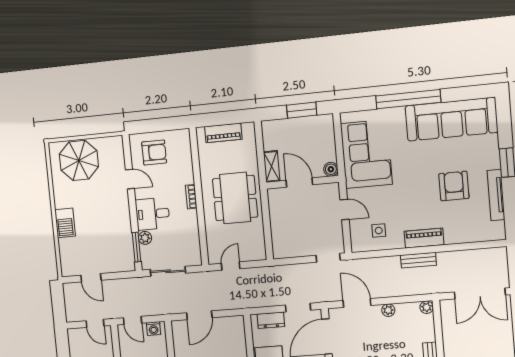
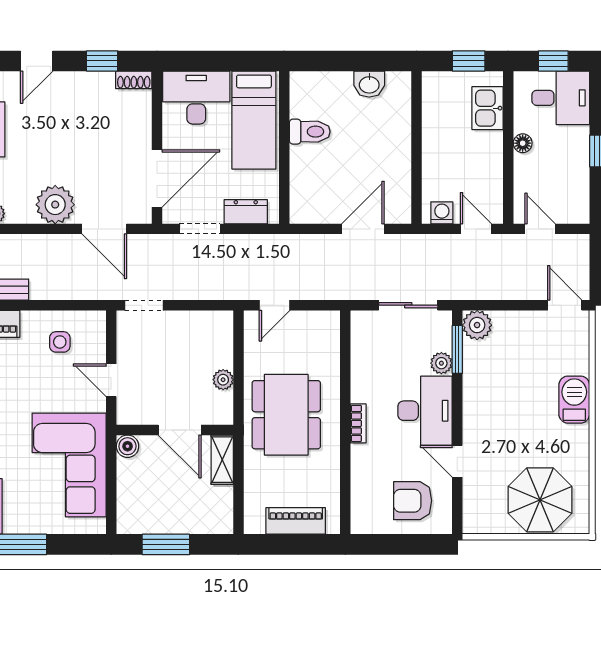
desk: (153, 214) -> (425, 411), width x1.37
plant: (275, 216) -> (223, 380), added
plant: (126, 263) -> (477, 325), added
door: (231, 266) -> (275, 305), moved
door: (91, 278) -> (565, 305), moved
plant: (388, 310) -> (55, 205), width x1.88, depth x1.88

